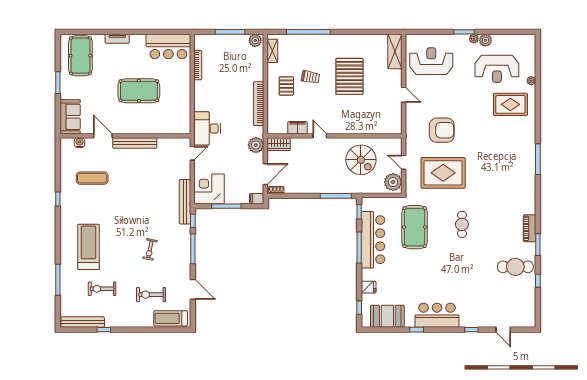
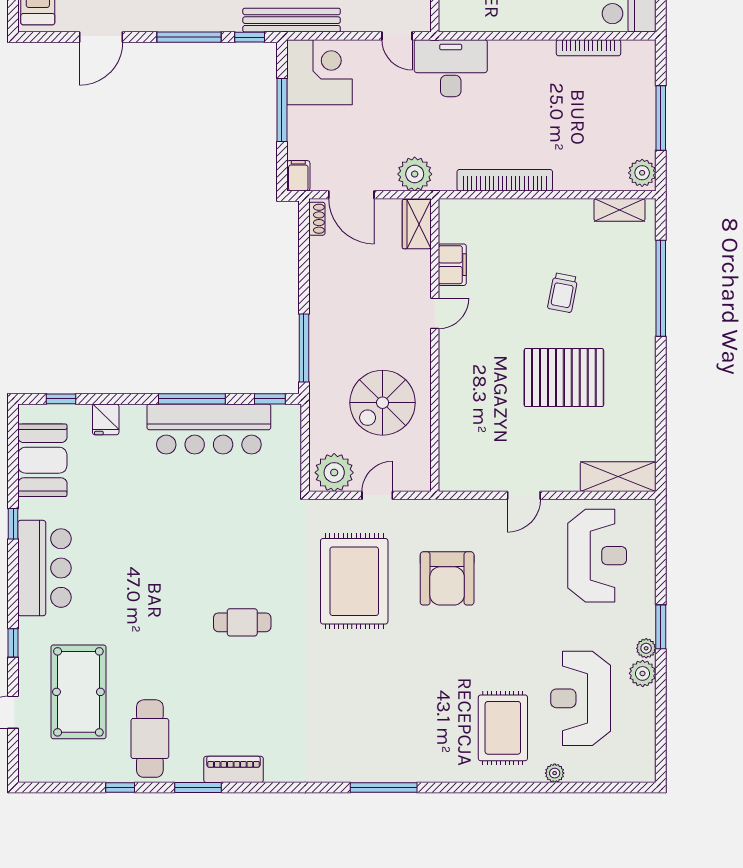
pallet: (286, 86) -> (543, 240), removed
pool table: (415, 227) -> (78, 692), moved, turned 90

